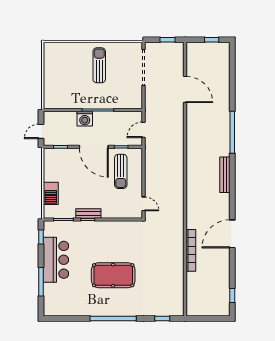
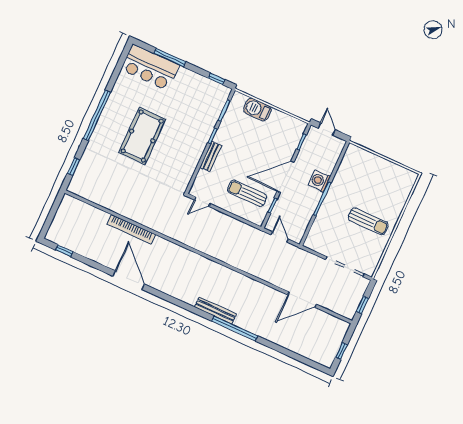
bench: (225, 175) -> (215, 310), moved
bench: (88, 214) -> (211, 156), moved
bar counter: (56, 260) -> (150, 67), moved

